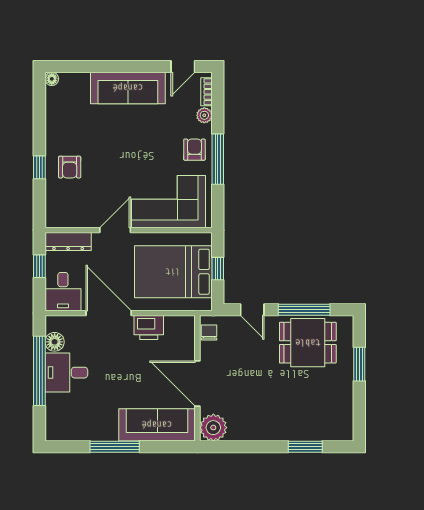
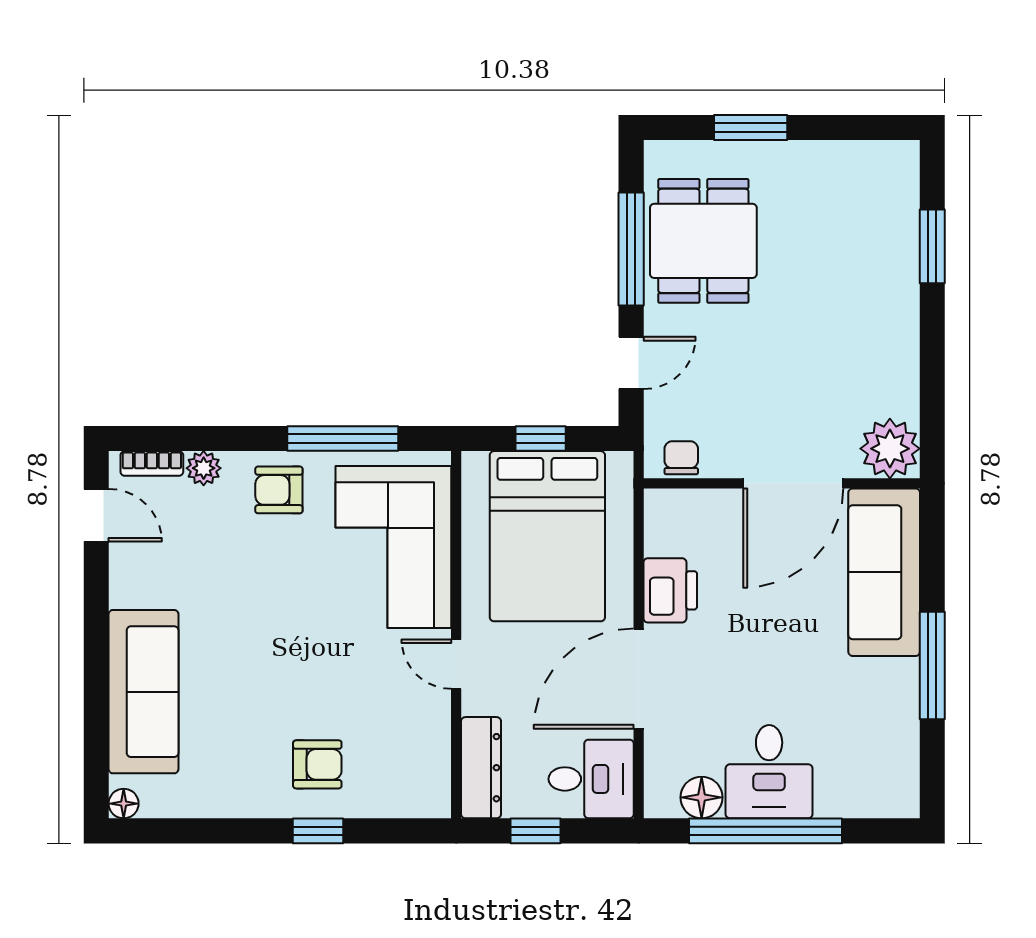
sofa: (128, 88) -> (144, 692), moved
window: (218, 159) -> (343, 439), moved
door: (115, 230) -> (456, 664), width x0.73
chair: (209, 333) -> (681, 458), turned 90

